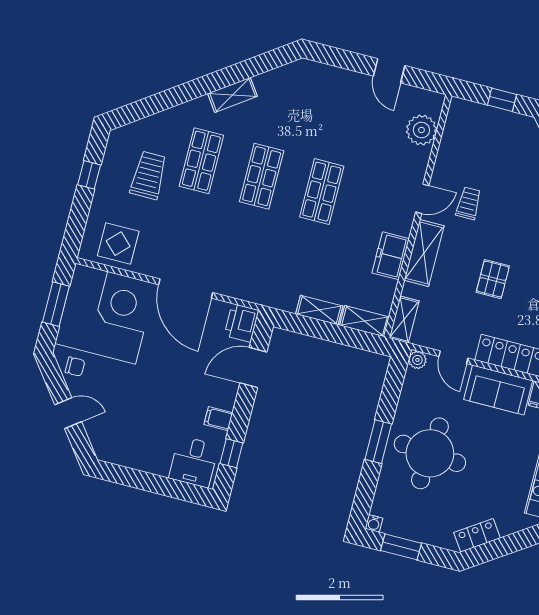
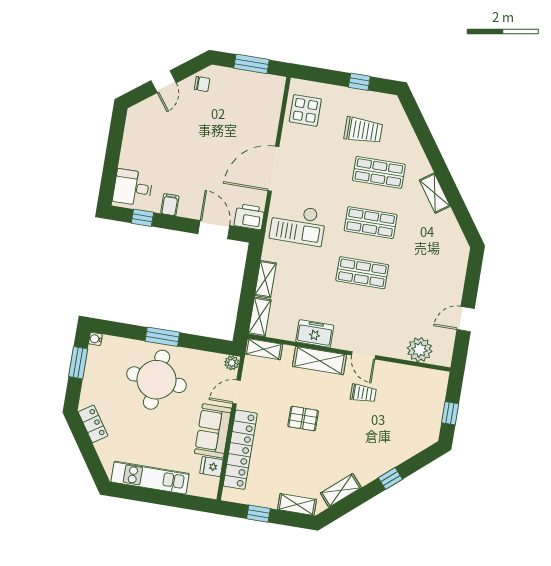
checkout: (256, 265) -> (298, 225), added
corner desk: (105, 314) -> (247, 105), removed
chair: (75, 367) -> (202, 84), turned -90

